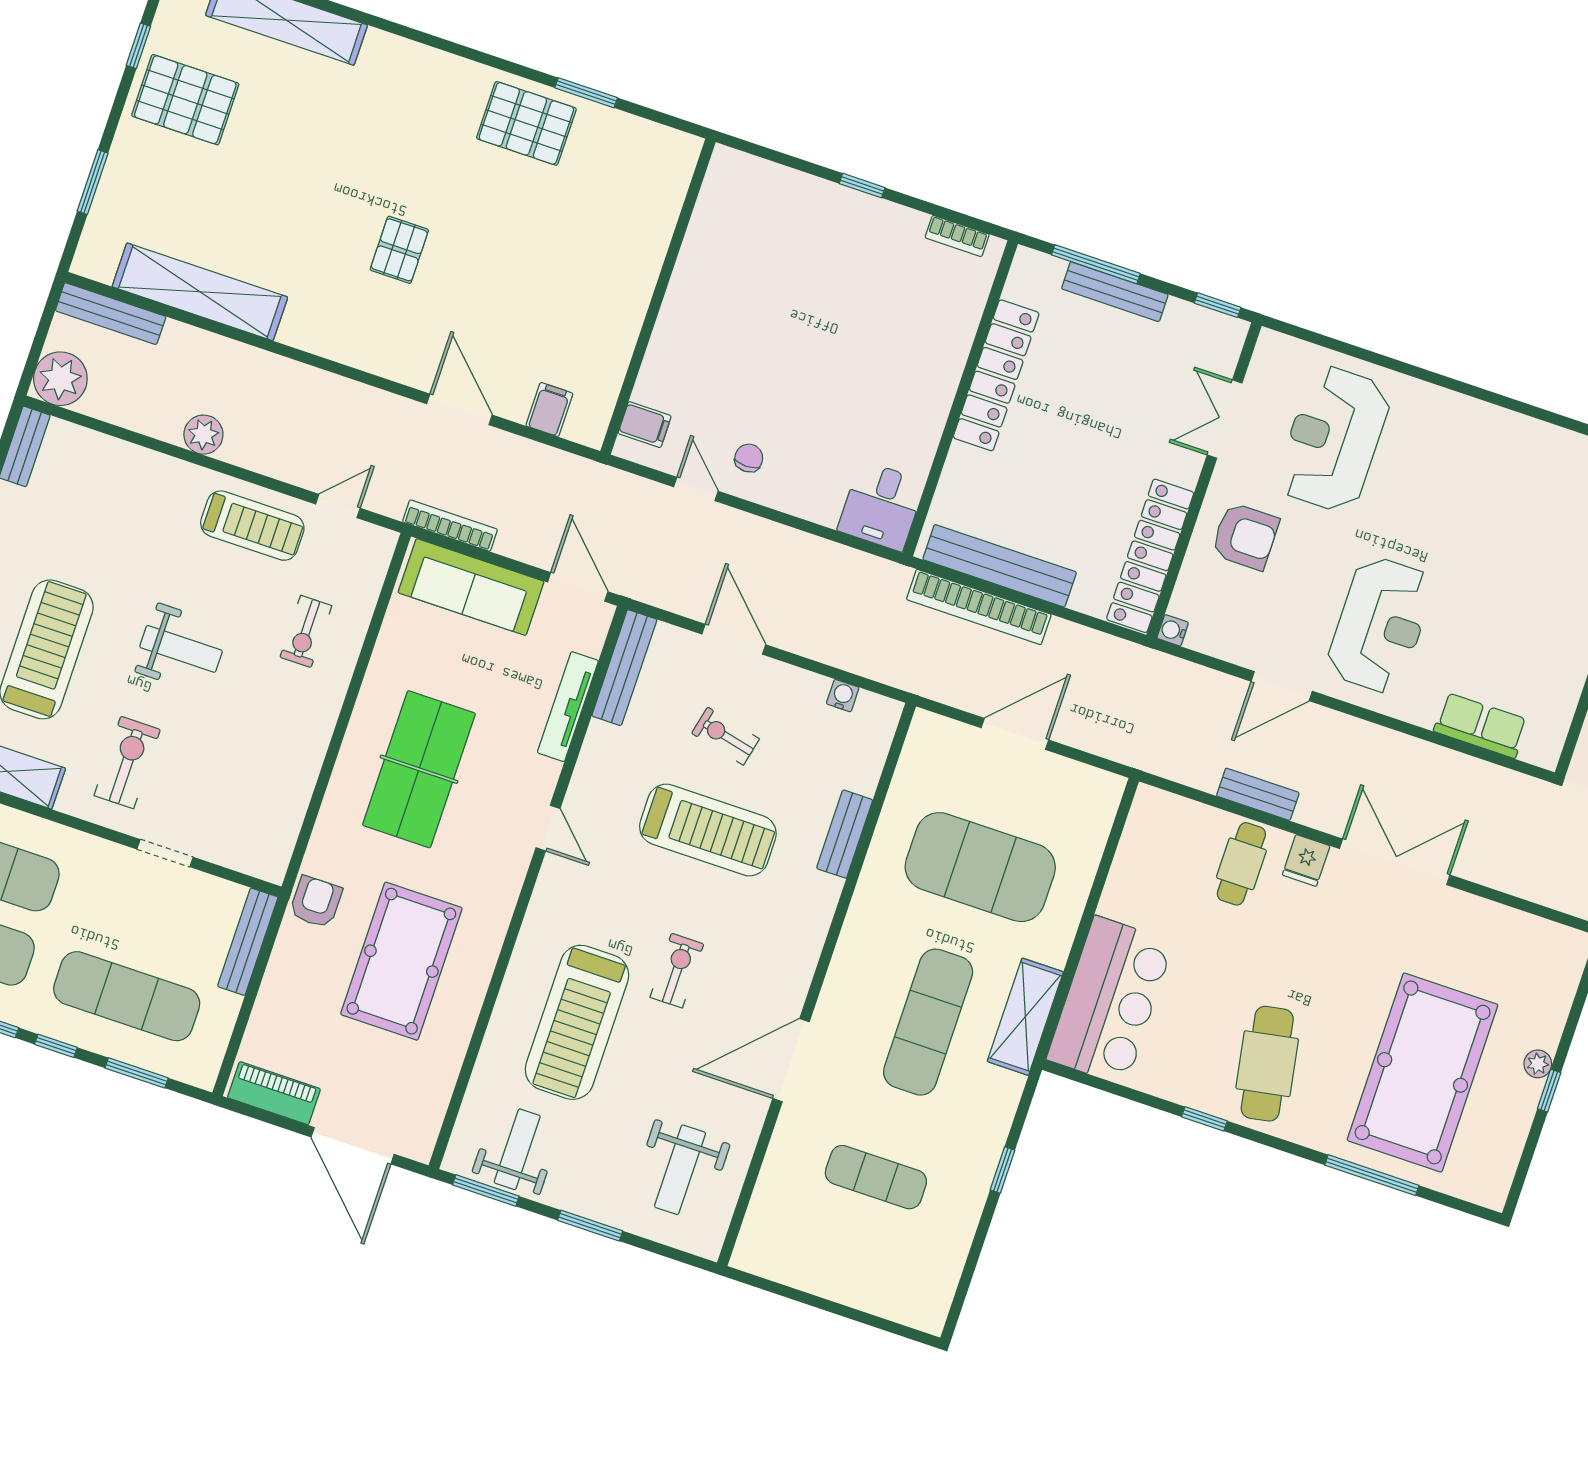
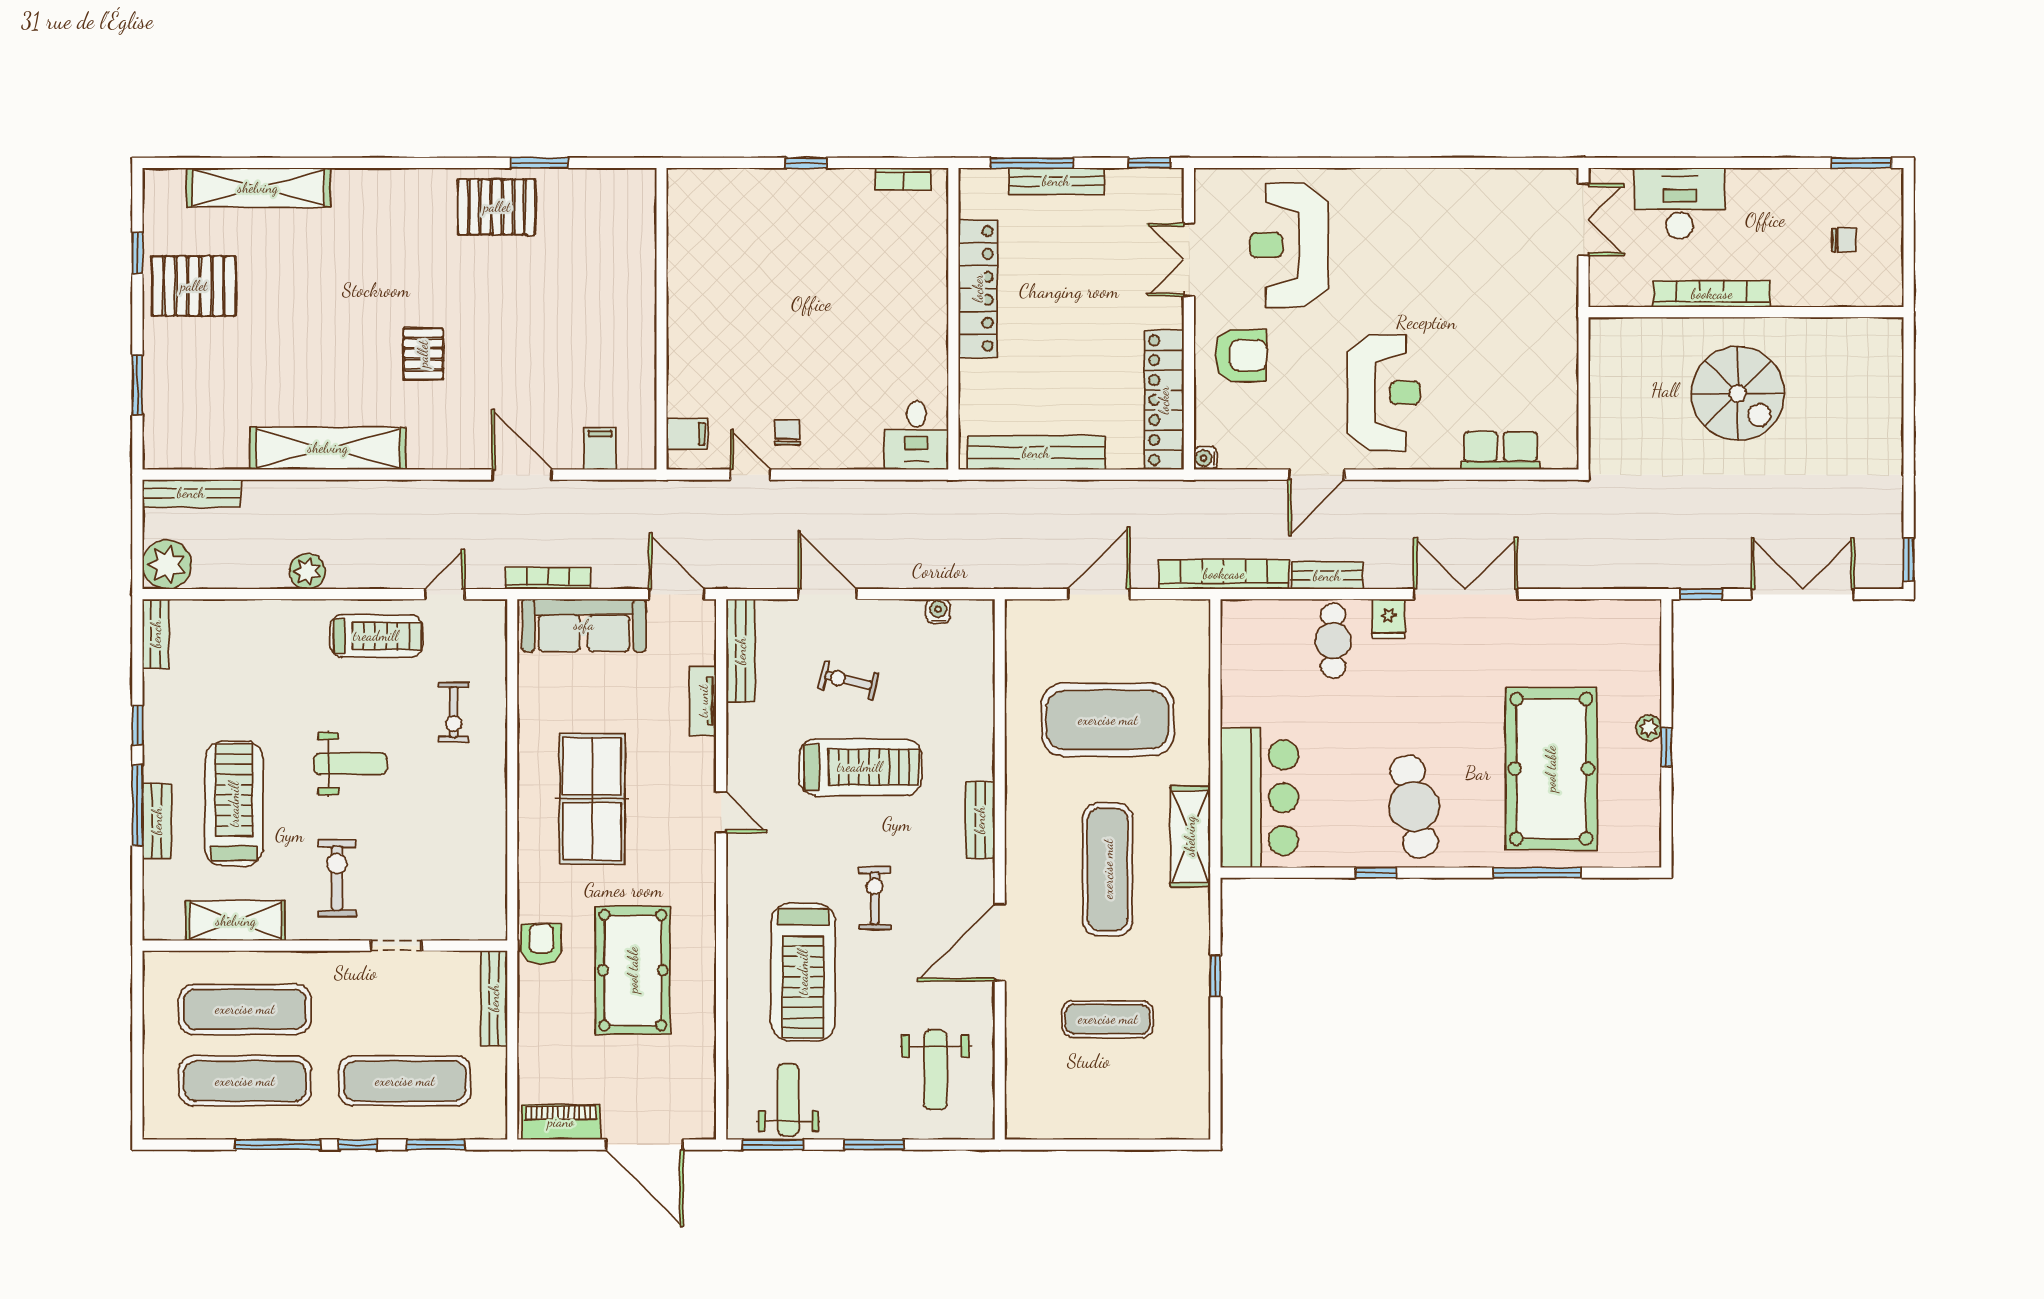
shelving: (200, 292) -> (328, 448), moved
bookcase: (979, 607) -> (1224, 574), moved, turned 180
tv unit: (568, 707) -> (703, 701), width x0.71
bench: (845, 834) -> (980, 820), moved

